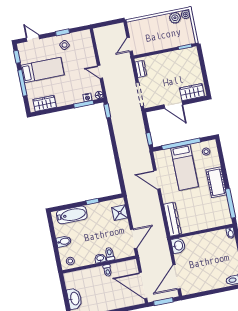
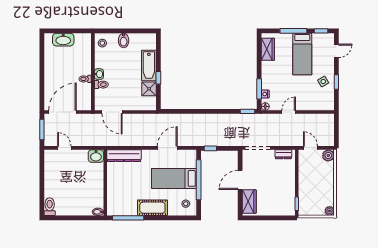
plant: (175, 18) -> (328, 156), moved
shower: (120, 213) -> (149, 89), moved
bathtub: (72, 215) -> (149, 65), moved
door: (177, 277) -> (64, 148), width x0.53

